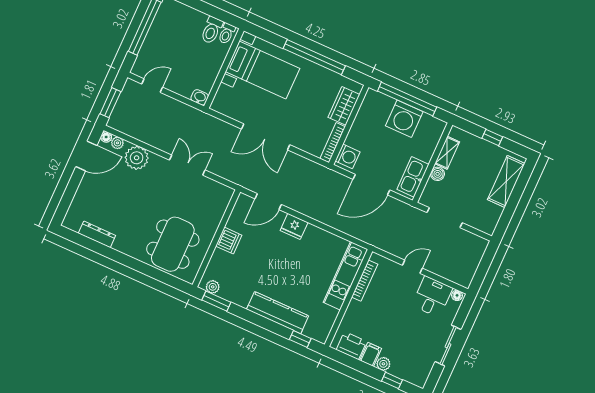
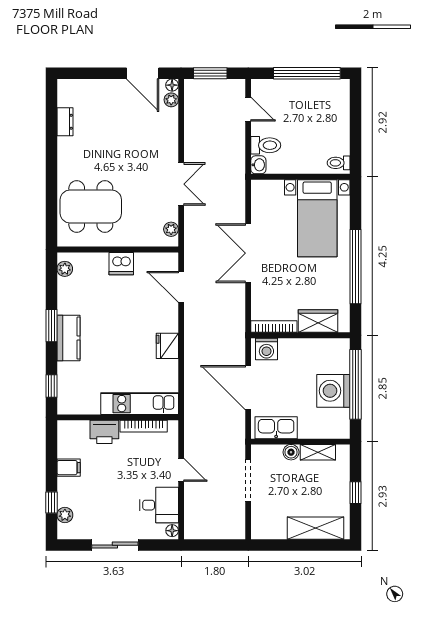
toilet: (212, 30) -> (266, 145), moved, turned 180
plant: (137, 158) -> (171, 229), moved, width x0.53, depth x0.53
fridge: (294, 226) -> (167, 346), moved
dresser: (97, 234) -> (65, 122), width x0.70
window: (216, 301) -> (51, 326), moved
kitchen counter: (278, 313) -> (69, 338), width x0.67
printer: (351, 346) -> (104, 432), moved, turned 90
plant: (383, 364) -> (65, 515), moved

